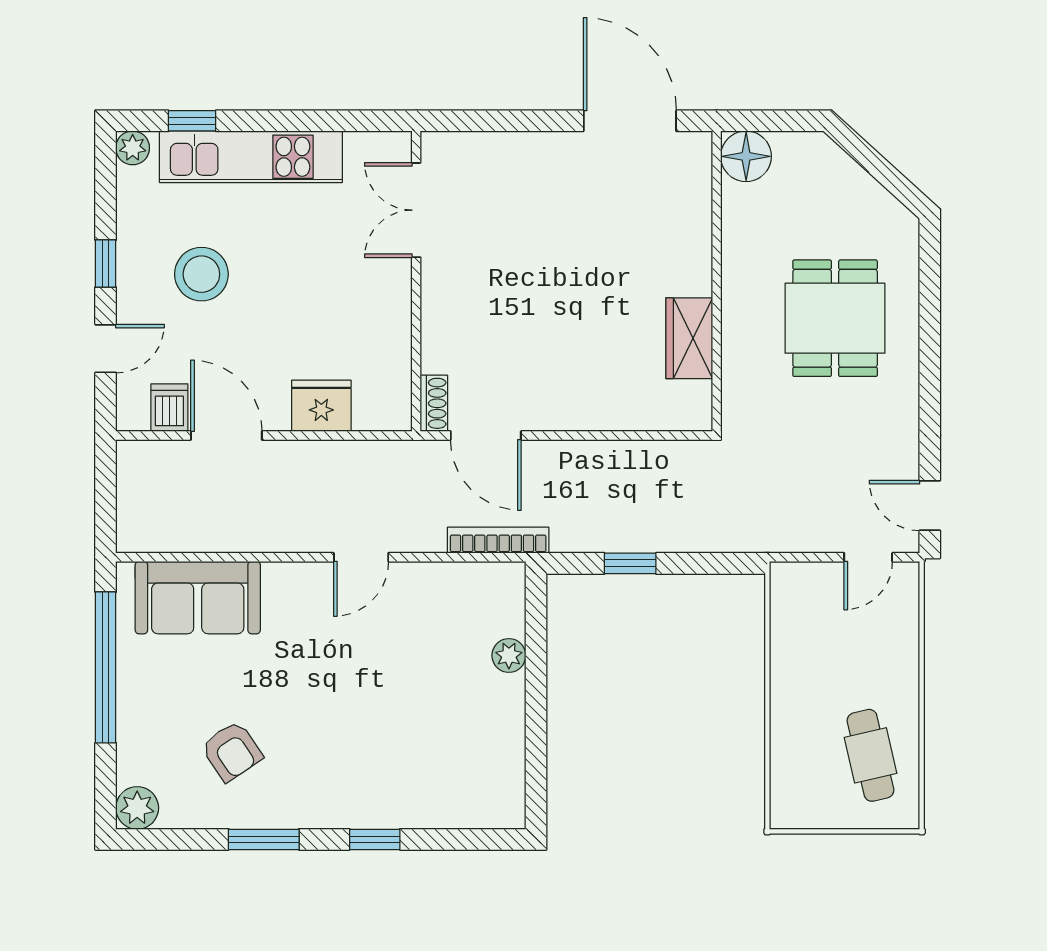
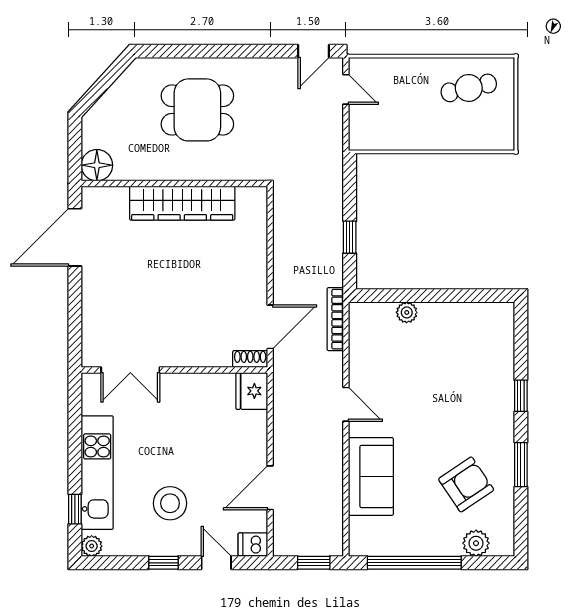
wardrobe: (689, 338) -> (182, 203), width x2.10, depth x1.17
fridge: (321, 406) -> (252, 391), moved
dishwasher: (169, 408) -> (253, 544), moved
window: (106, 506) -> (314, 563), added
sofa: (198, 598) -> (371, 476), moved
armchair: (232, 751) -> (466, 484), width x1.38, depth x1.38
plant: (137, 808) -> (476, 543), moved

